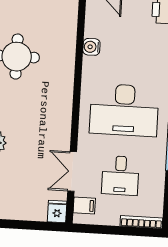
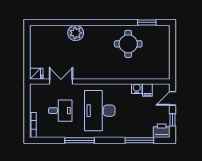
desk: (120, 175) -> (60, 111), turned 180
filing cabinet: (84, 206) -> (147, 90), moved

